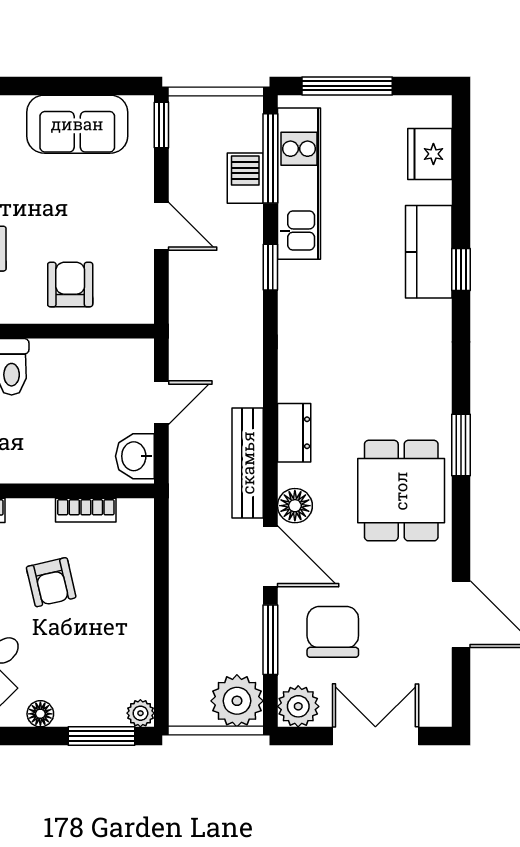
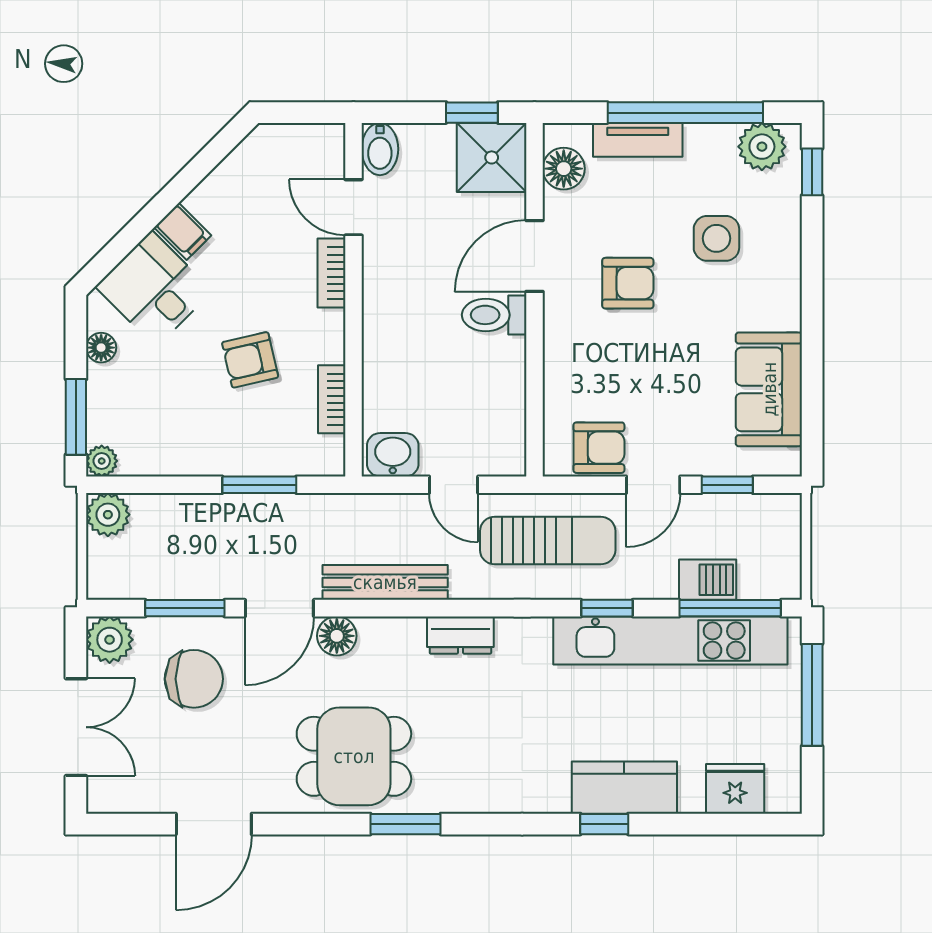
window: (161, 125) -> (727, 485), moved
kitchen unit: (299, 184) -> (670, 641), width x1.36
armchair: (70, 285) -> (599, 448), moved
sun lounger: (211, 319) -> (548, 541), added
dresser: (294, 433) -> (460, 635), moved
window: (161, 574) -> (259, 485), added
plant: (237, 701) -> (108, 515), moved, width x0.73, depth x0.73

